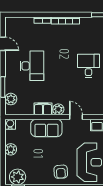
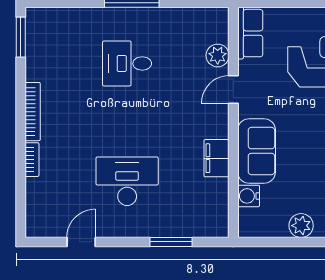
plant: (11, 99) -> (196, 225), removed
plant: (58, 109) -> (218, 55), moved
water cooler: (10, 124) -> (249, 196), moved

